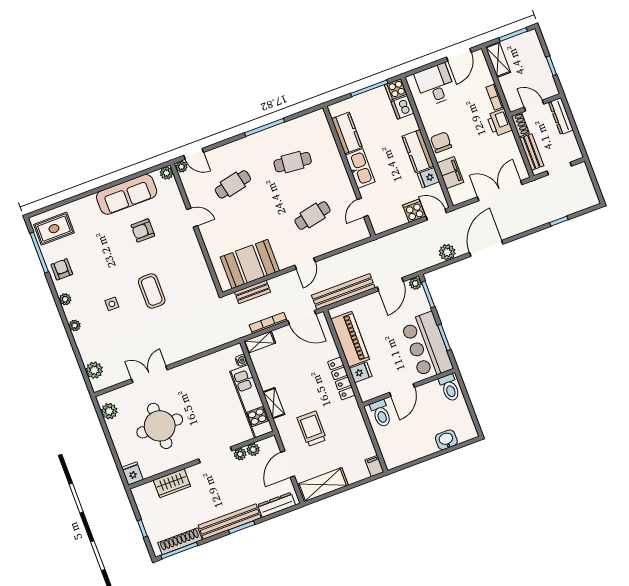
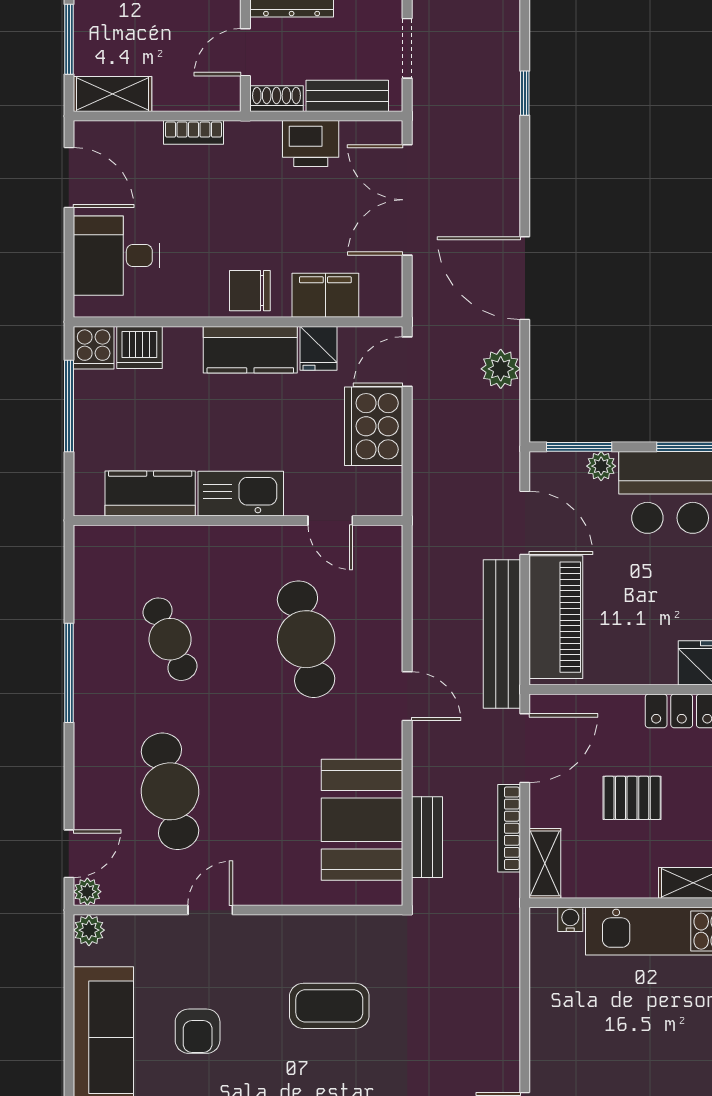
printer: (499, 122) -> (311, 144), moved
cafe table: (293, 162) -> (170, 639), turned -30
cafe table: (233, 184) -> (170, 791), width x1.37, depth x1.35
cooker: (414, 211) -> (374, 426), width x1.87, depth x1.31
cafe table: (313, 216) -> (306, 639), width x1.37, depth x1.35
plant: (415, 283) -> (601, 466), moved
coffee table: (152, 291) -> (329, 1006), moved
piano: (350, 339) -> (556, 617), moved, turned 90
pallet: (298, 367) -> (632, 798), added

